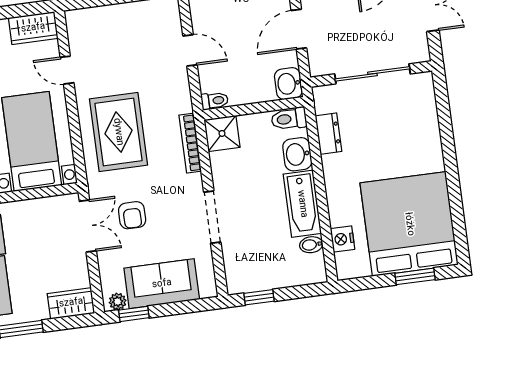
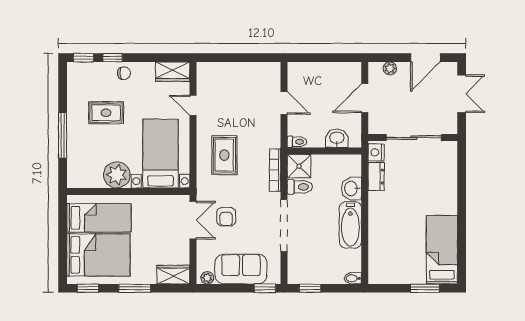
washbasin: (288, 84) -> (337, 138), moved, turned 90
toilet: (289, 119) -> (300, 187), moved, turned 180
rug: (118, 132) -> (224, 155), width x0.73, depth x0.70
doorway: (212, 217) -> (284, 226), width x1.36
bed: (409, 224) -> (442, 250), width x0.49
nightstand: (342, 239) -> (376, 152), moved
bidet: (311, 245) -> (353, 278), moved
window: (134, 314) -> (265, 288), moved

